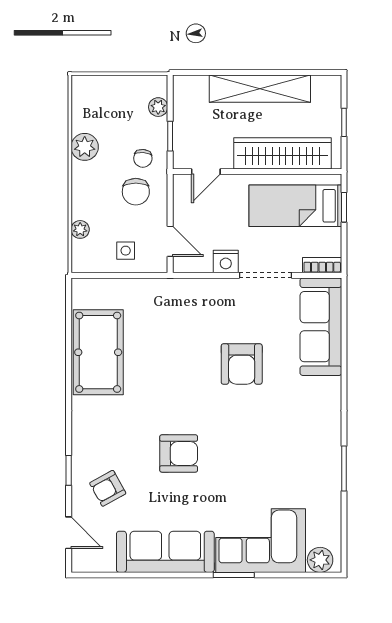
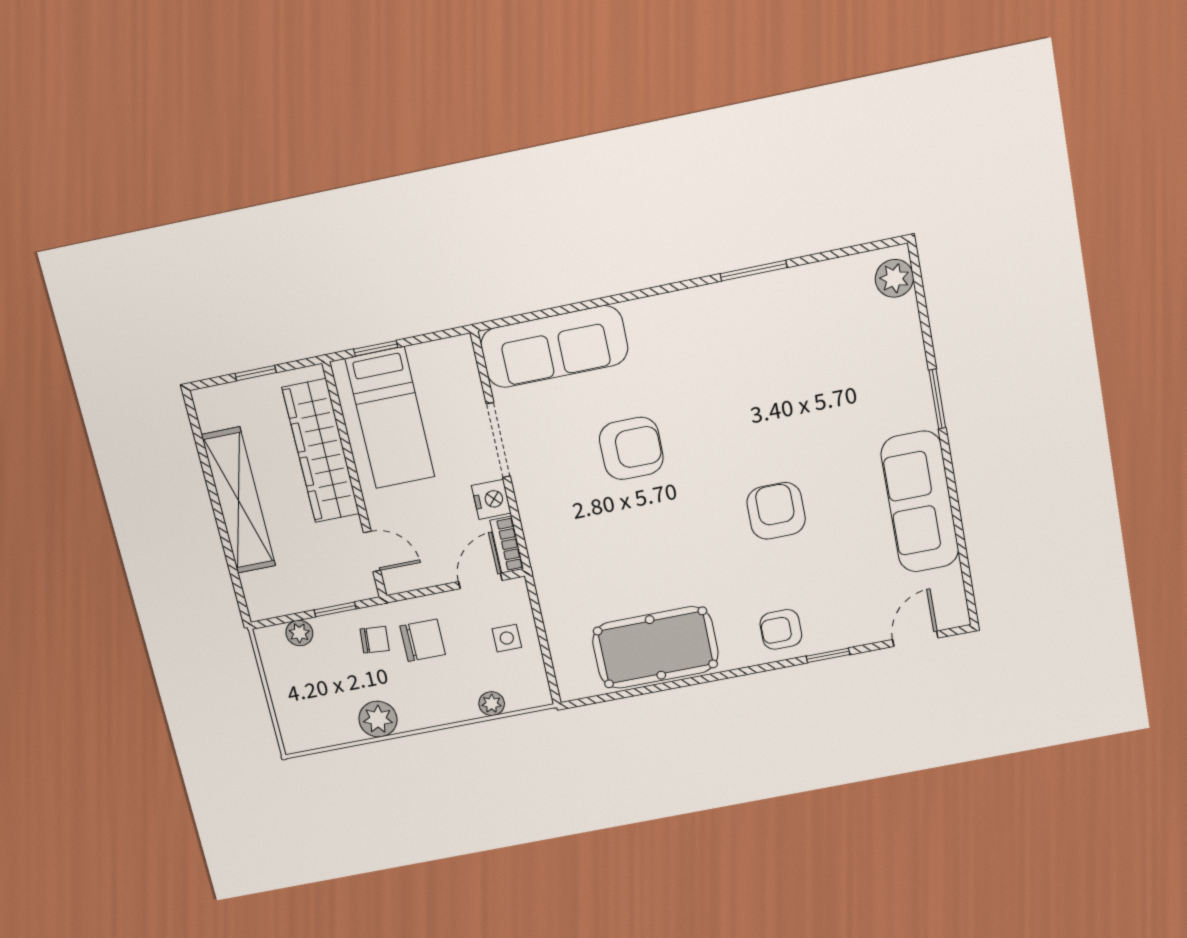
bookcase: (322, 265) -> (507, 545), moved
armchair: (108, 488) -> (781, 629), moved, turned 119
corner sofa: (261, 541) -> (881, 370), removed

